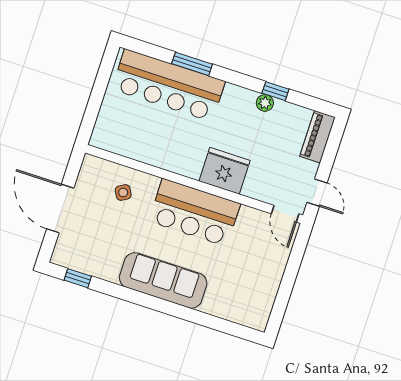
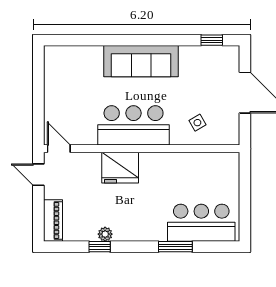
bar counter: (168, 85) -> (201, 223), width x0.73

